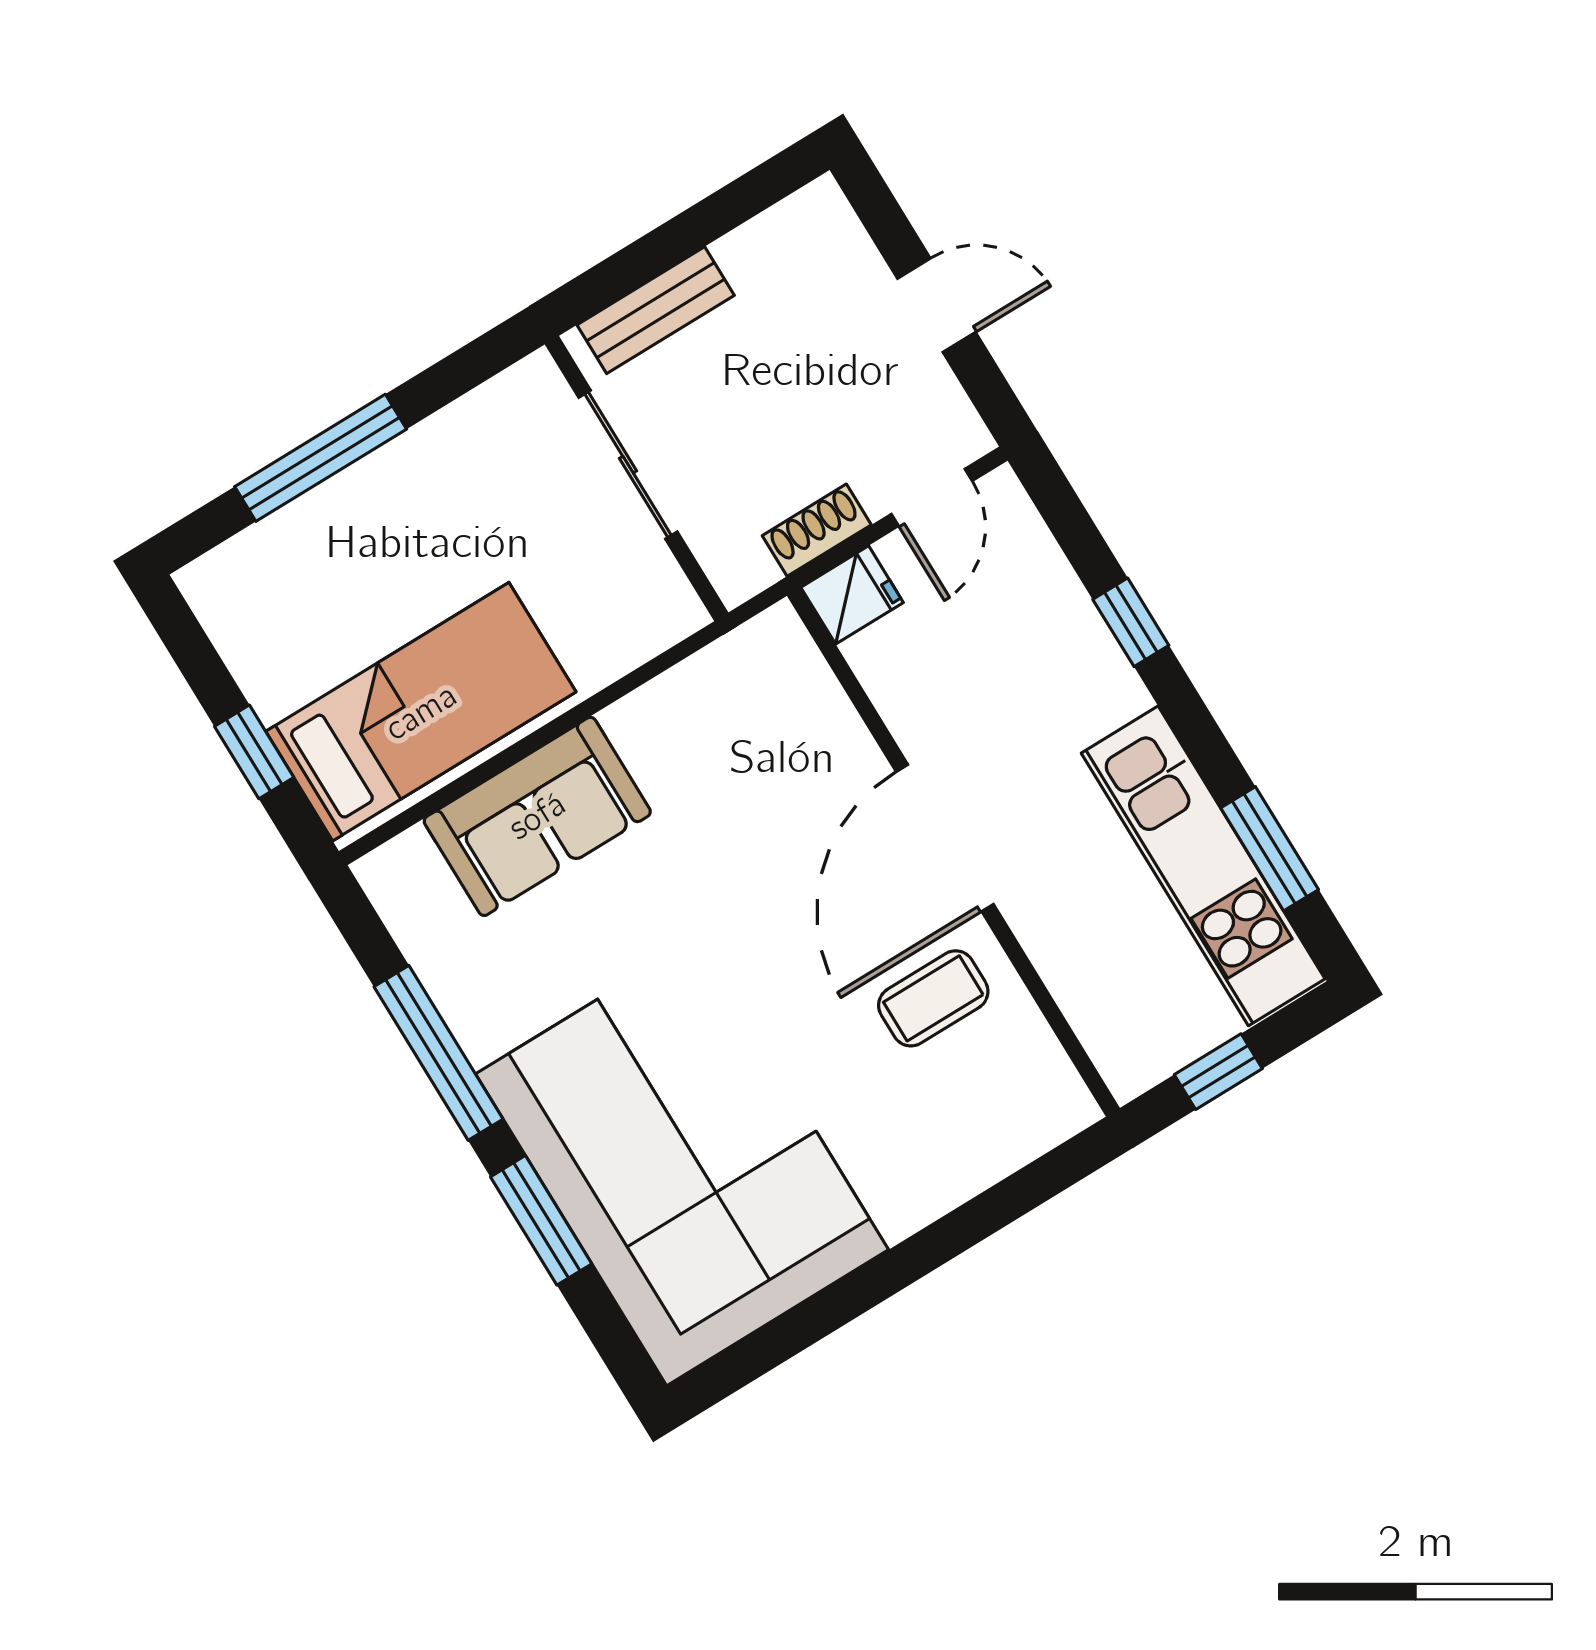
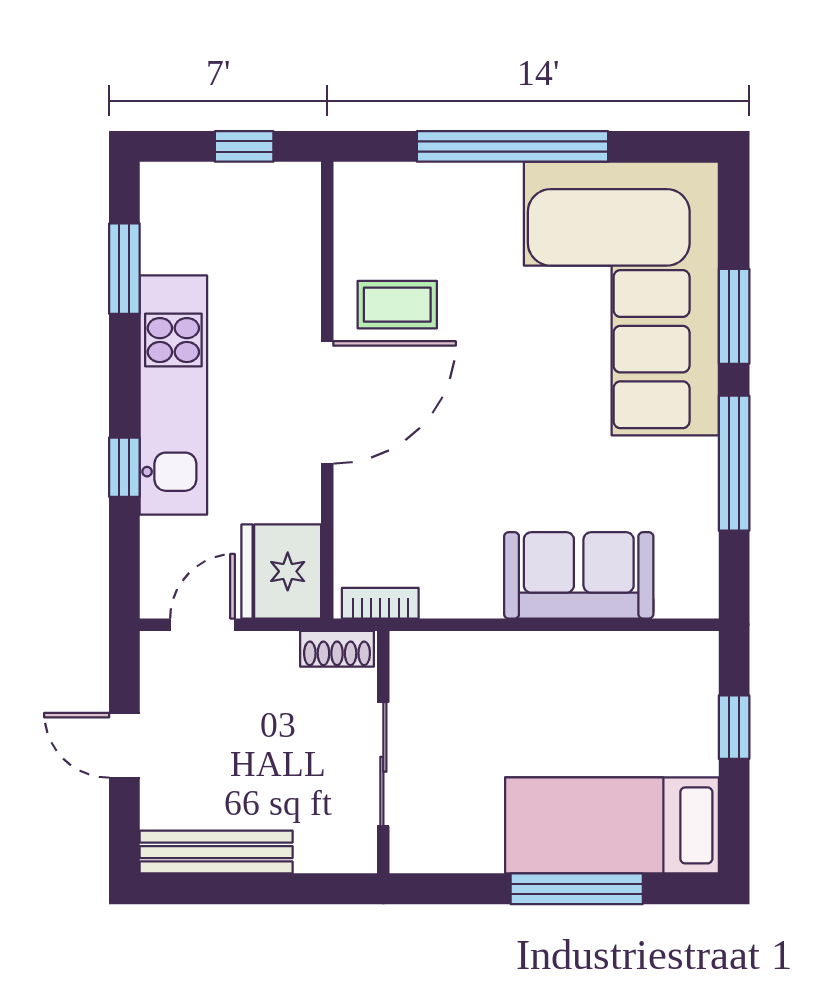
bench: (656, 310) -> (216, 852), moved, width x1.36
shoe rack: (817, 530) -> (337, 649), moved
fridge: (852, 595) -> (281, 571), width x1.88, depth x1.34
bookcase: (744, 646) -> (380, 603), added
bed: (421, 712) -> (612, 825), moved
kitchen unit: (1203, 866) -> (173, 395), moved
window: (912, 1259) -> (513, 146), added

